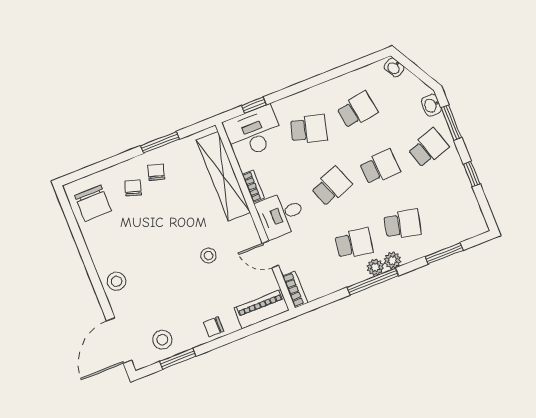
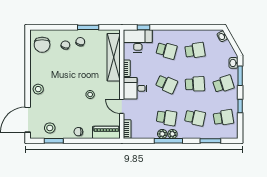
school desk: (331, 186) -> (166, 84), turned 45
school desk: (451, 205) -> (223, 118), added
plant: (392, 260) -> (162, 134), moved

